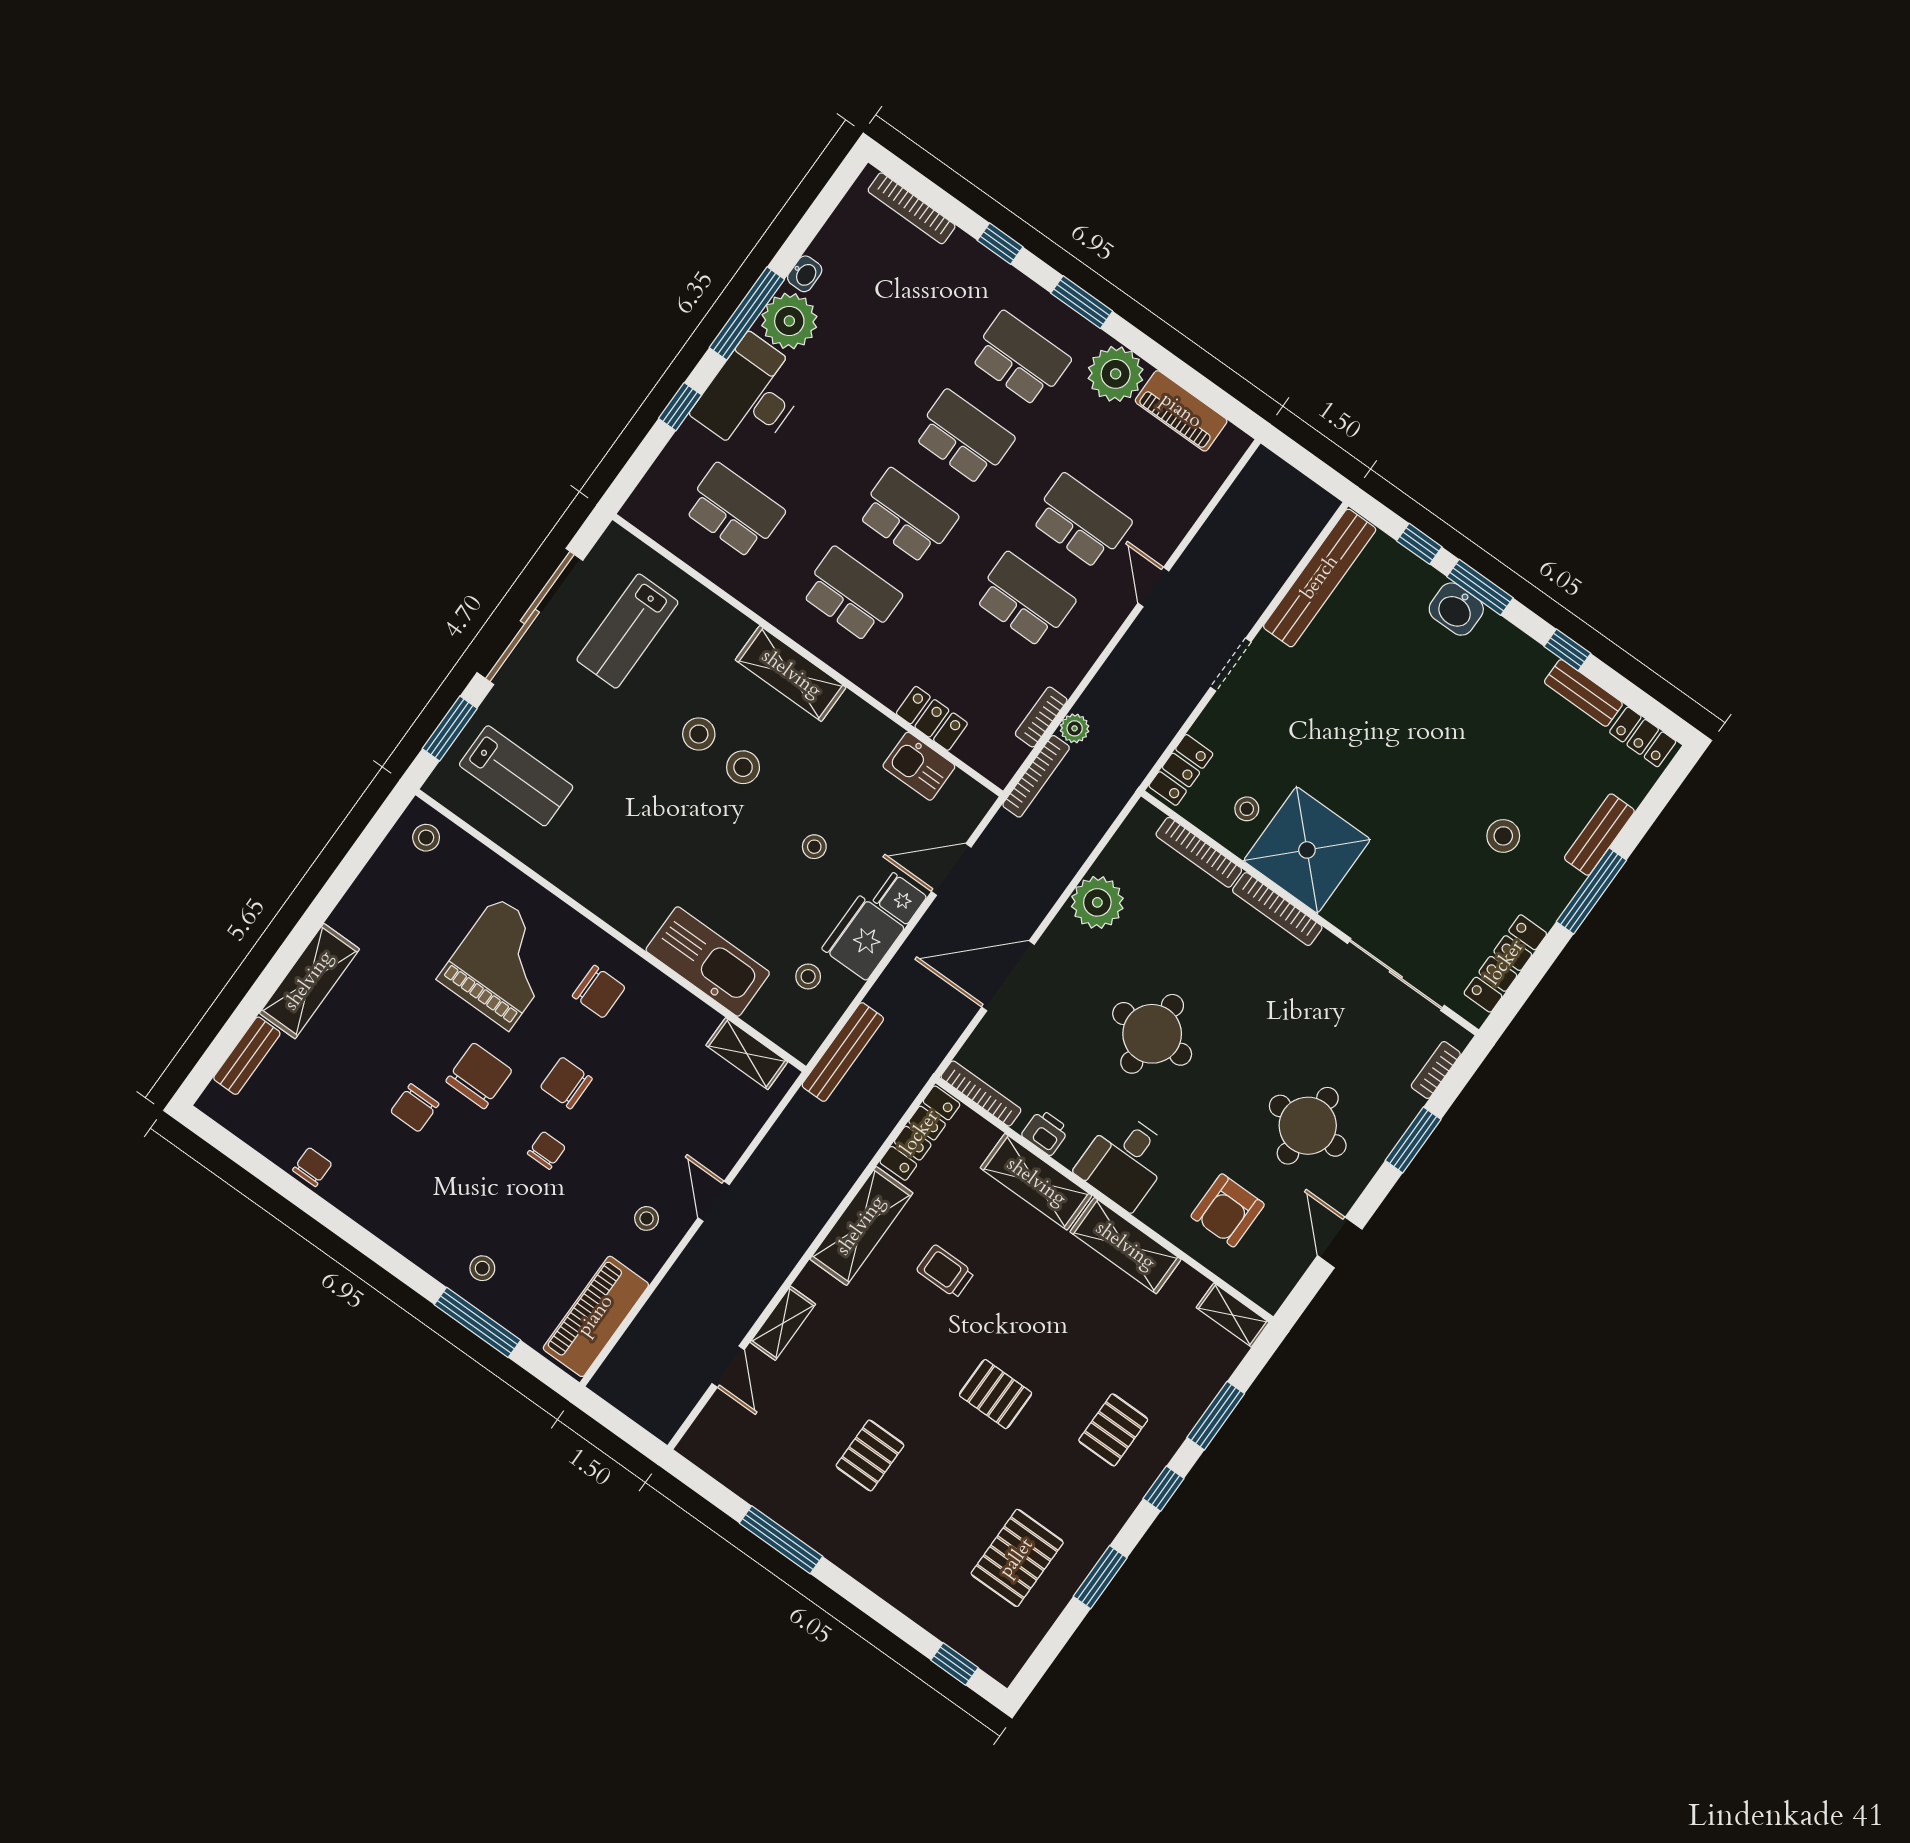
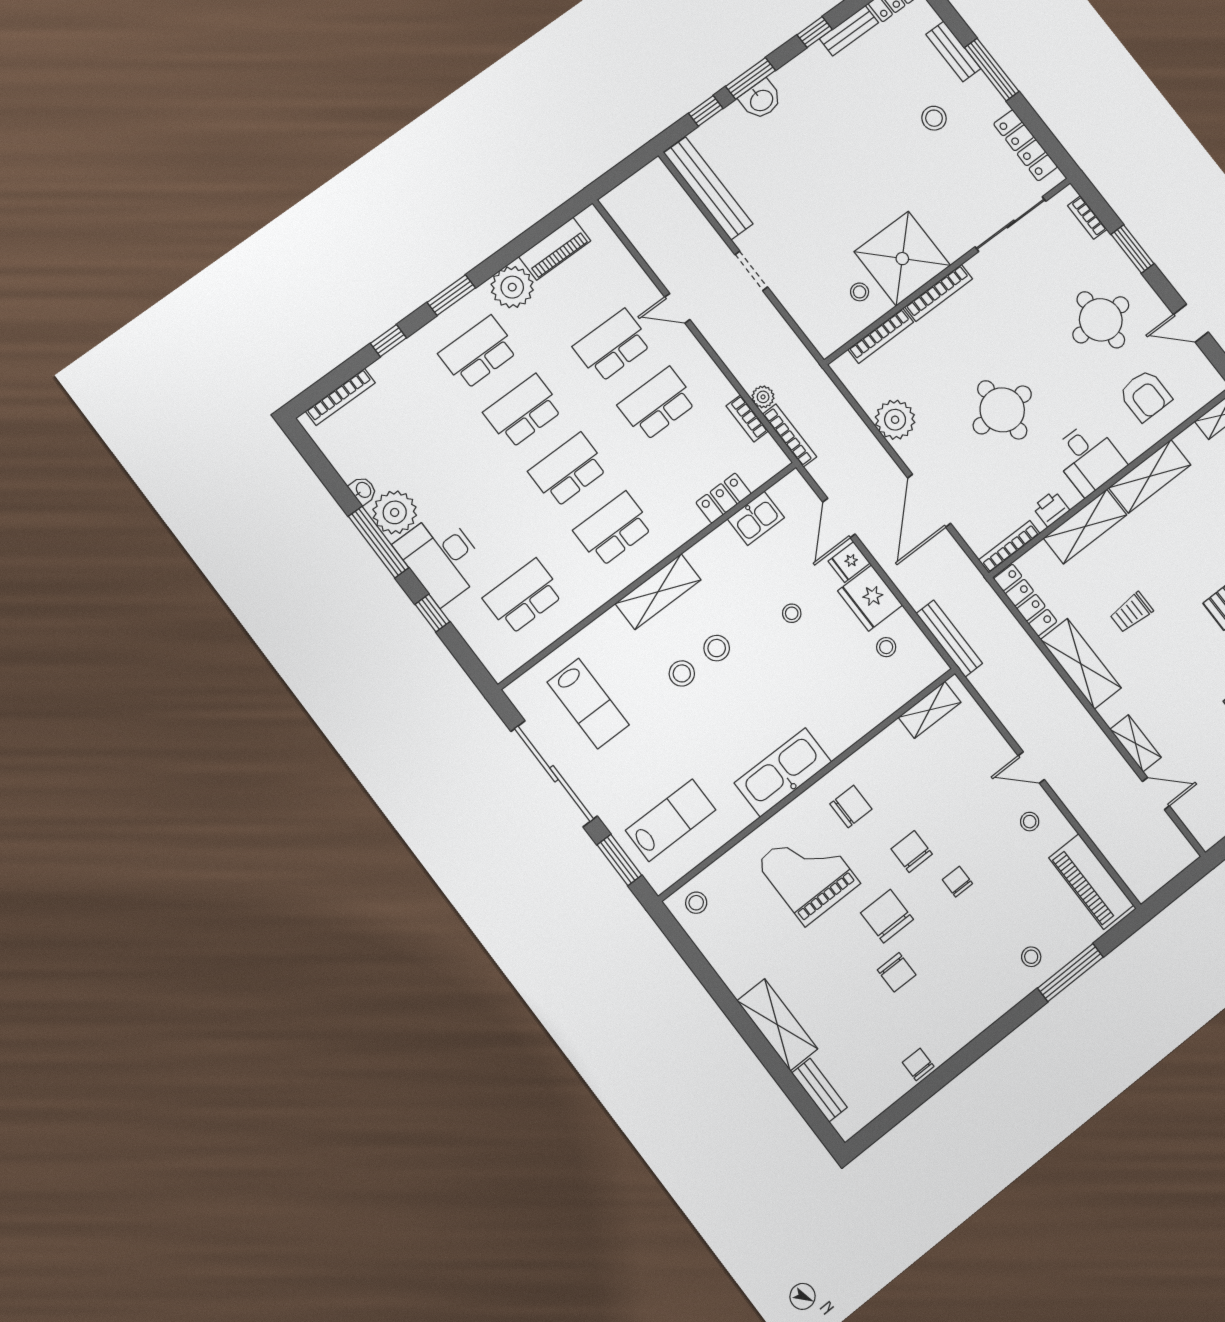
locker: (1181, 770) -> (817, 330), removed
kitchen sink: (708, 961) -> (783, 772), moved
chair: (566, 1083) -> (912, 852), turned 90

